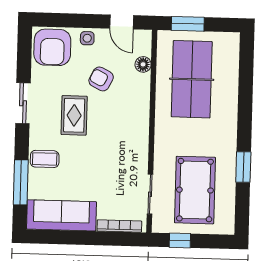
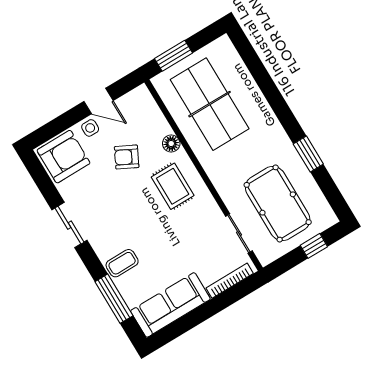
door: (122, 22) -> (99, 101), moved
armchair: (52, 47) -> (63, 157), turned -90
floor lamp: (143, 64) -> (171, 144), moved
rug: (74, 115) -> (173, 186), moved
window: (180, 240) -> (314, 246), moved

